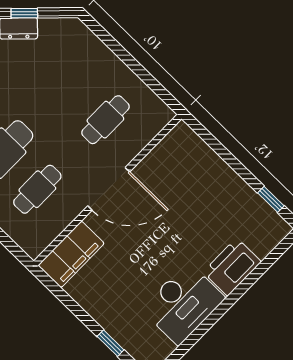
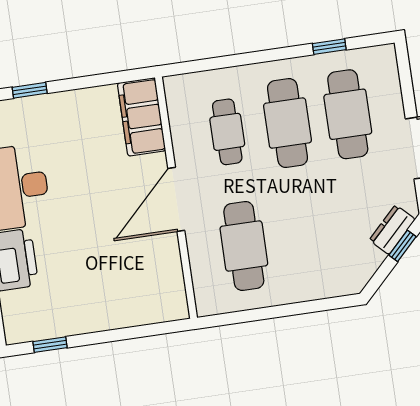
cafe table: (105, 120) -> (244, 246), width x1.37, depth x1.35

